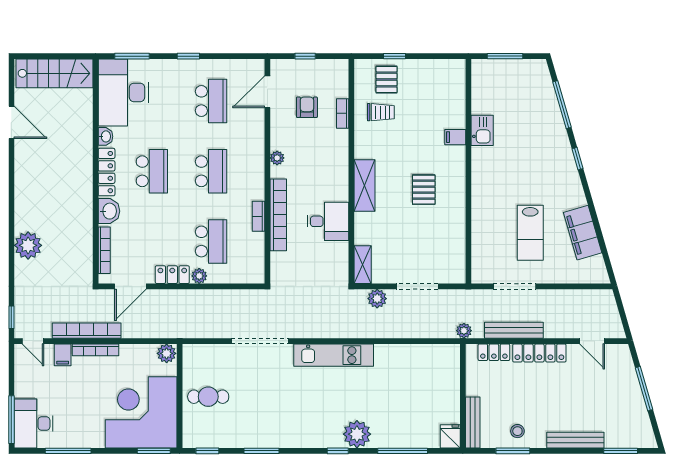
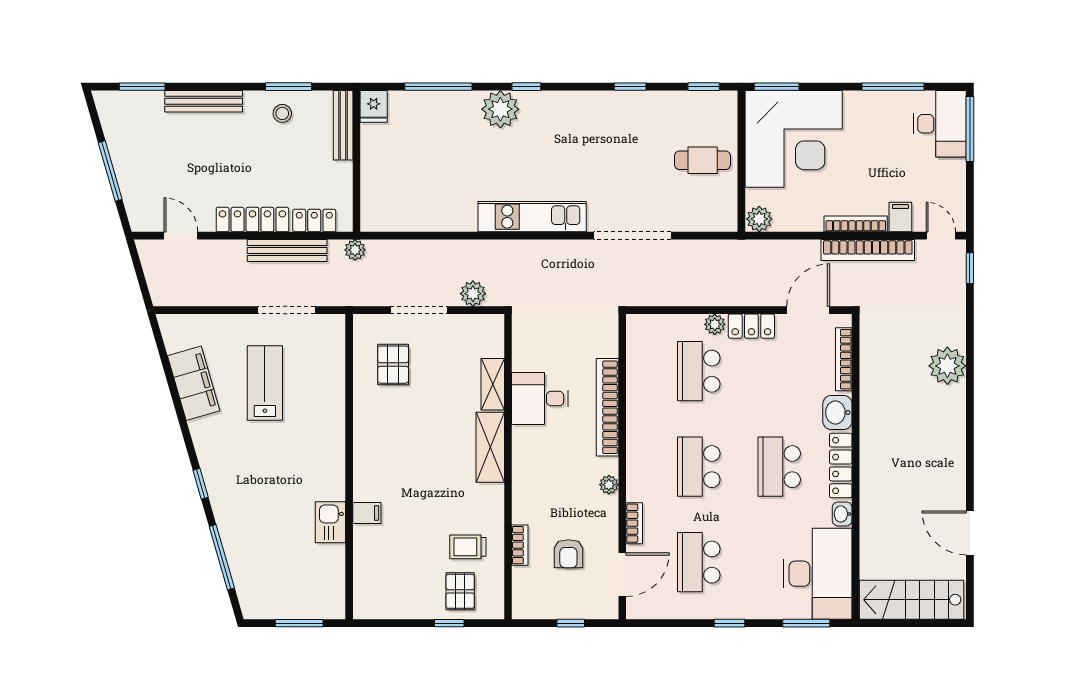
pallet: (424, 190) -> (393, 365), moved
bookcase: (258, 216) -> (634, 523), moved
shelving: (363, 265) -> (493, 384), moved
window: (262, 451) -> (630, 87), width x0.67

